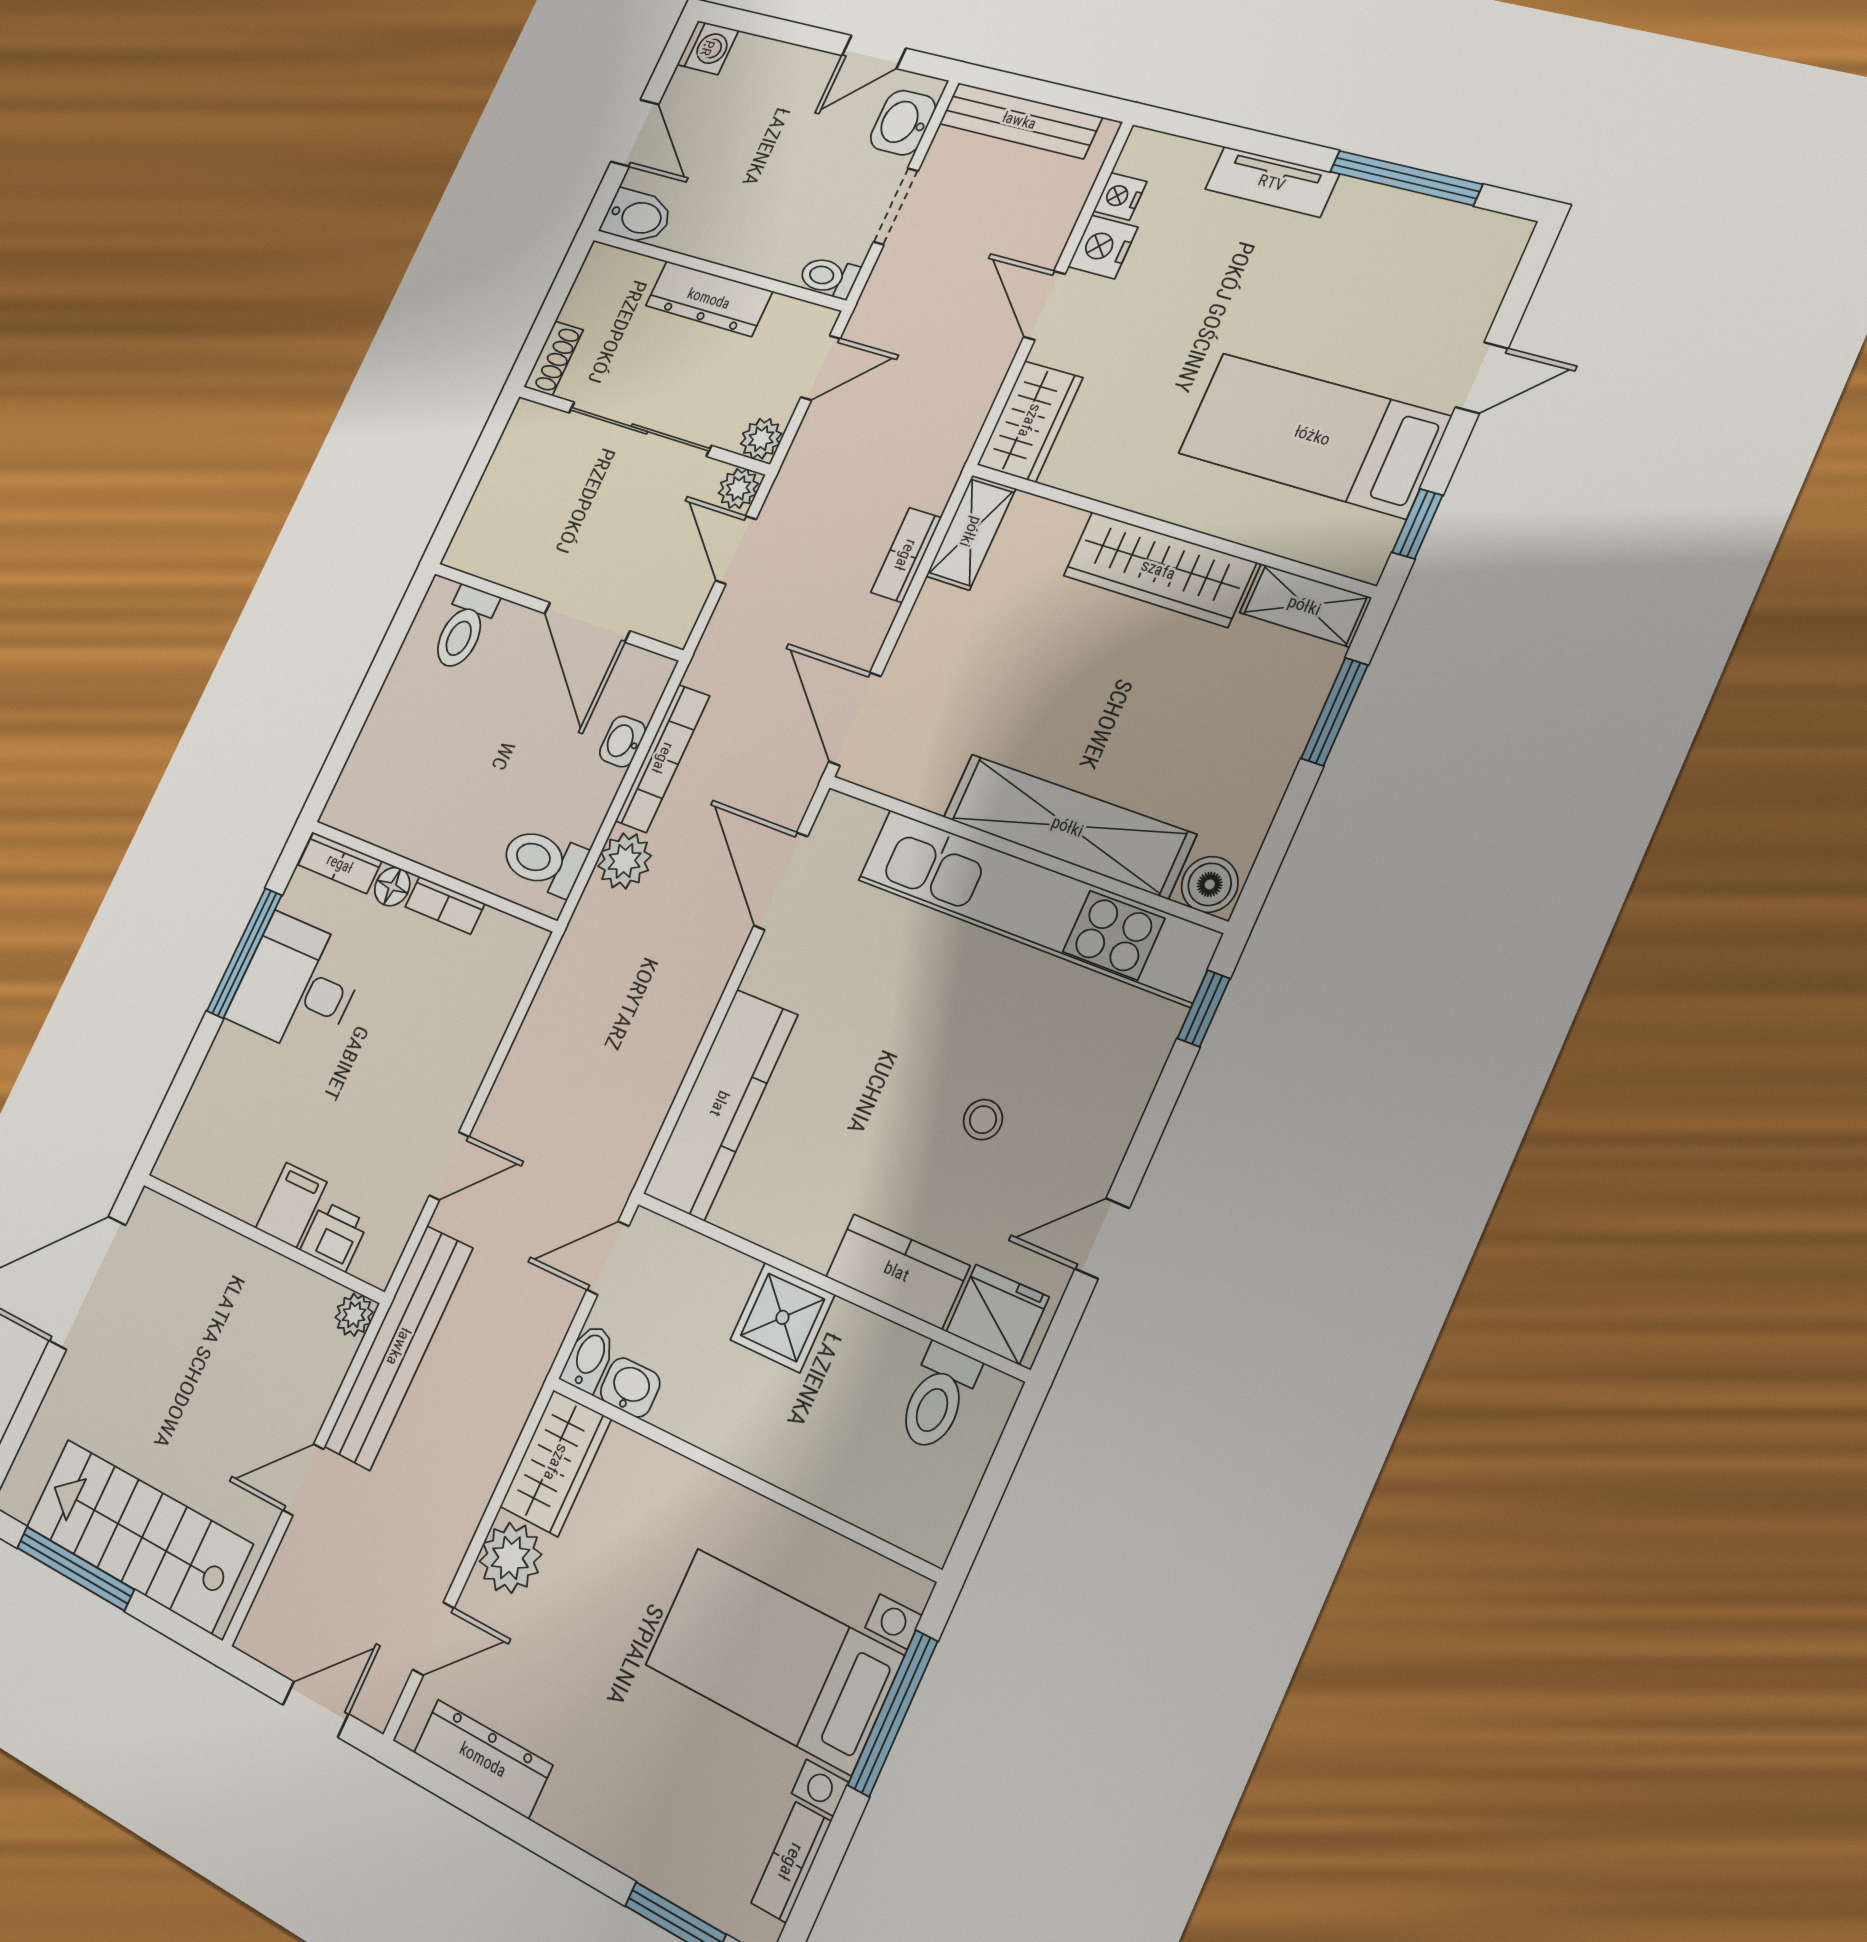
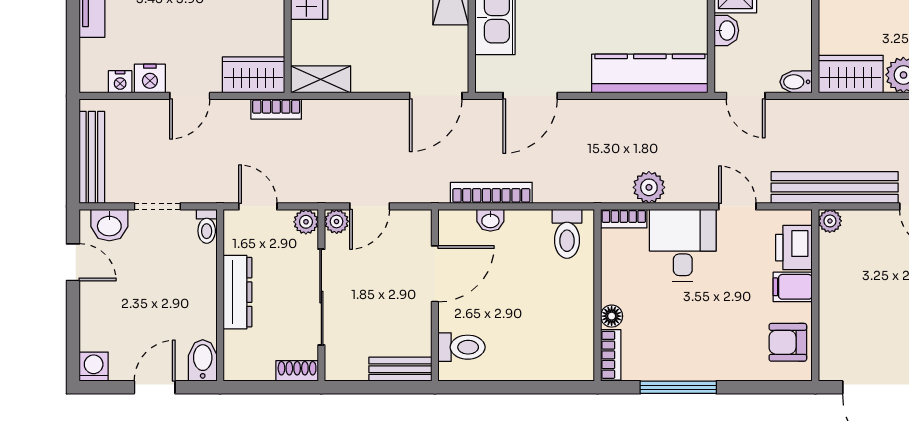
bench: (479, 520) -> (400, 369), added
bookcase: (906, 555) -> (276, 109), moved
plant: (625, 861) -> (649, 187), moved
bookcase: (445, 905) -> (624, 219), moved, turned 90
desk: (297, 985) -> (683, 245), moved, turned 180
armchair: (220, 1160) -> (788, 342), added
printer: (334, 1236) -> (794, 248), width x1.36, depth x1.24
washbasin: (630, 1387) -> (726, 30), moved, turned 180

